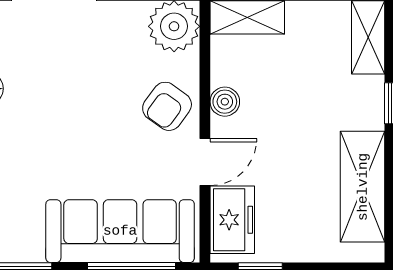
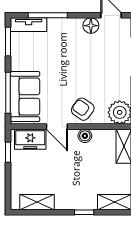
shelving: (363, 187) -> (37, 202), width x0.67, depth x0.75
sofa: (120, 231) -> (25, 97), width x0.73

